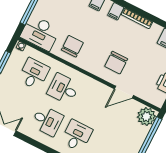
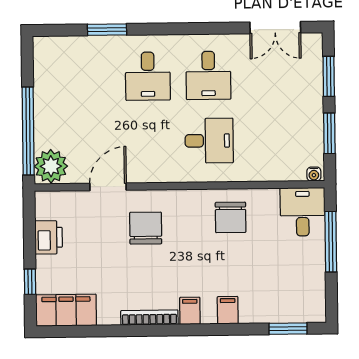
desk: (40, 33) -> (303, 212), width x0.73
desk: (34, 74) -> (270, 140), removed
desk: (47, 121) -> (208, 75), turned -90

